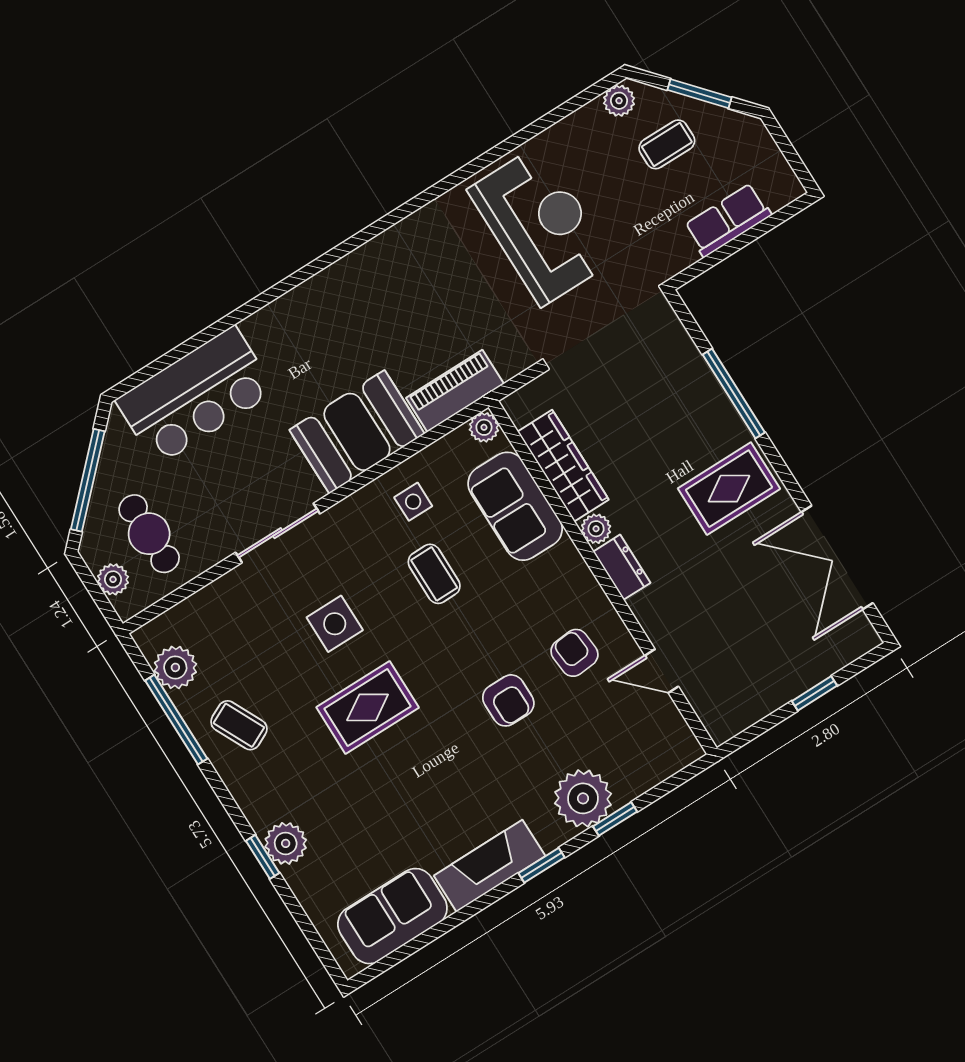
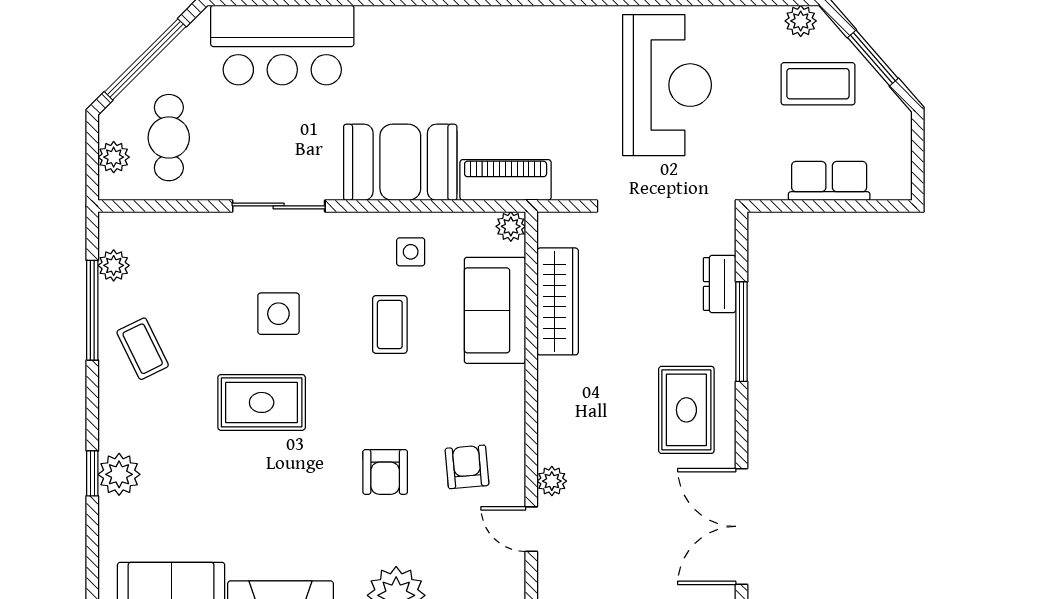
coffee table: (667, 144) -> (818, 84), width x1.36, depth x1.30
rug: (729, 489) -> (686, 410), turned 90
plant: (596, 529) -> (552, 481), moved
dresser: (622, 567) -> (720, 284), moved, turned 180
plant: (175, 667) -> (114, 265), width x0.73, depth x0.73

